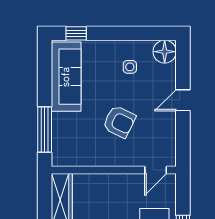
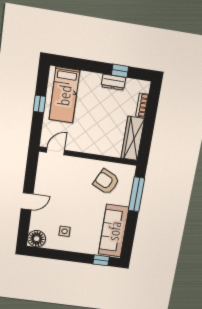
armchair: (119, 122) -> (106, 182), moved

